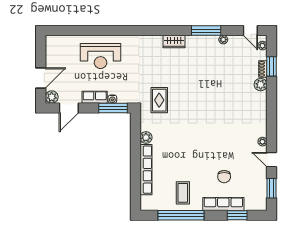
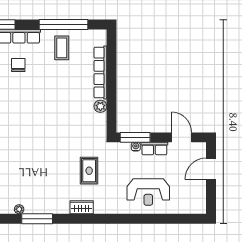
wardrobe: (174, 42) -> (82, 207), moved
reception desk: (101, 56) -> (148, 192), turned 180
plant: (52, 97) -> (200, 149), removed
rug: (159, 100) -> (89, 171), moved
door: (69, 108) -> (182, 137), hinge flipped

